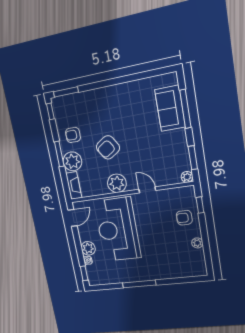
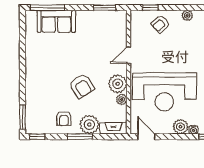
window: (185, 109) -> (47, 8), moved
plant: (187, 177) -> (122, 99), moved
armchair: (184, 218) -> (161, 24), turned 49

